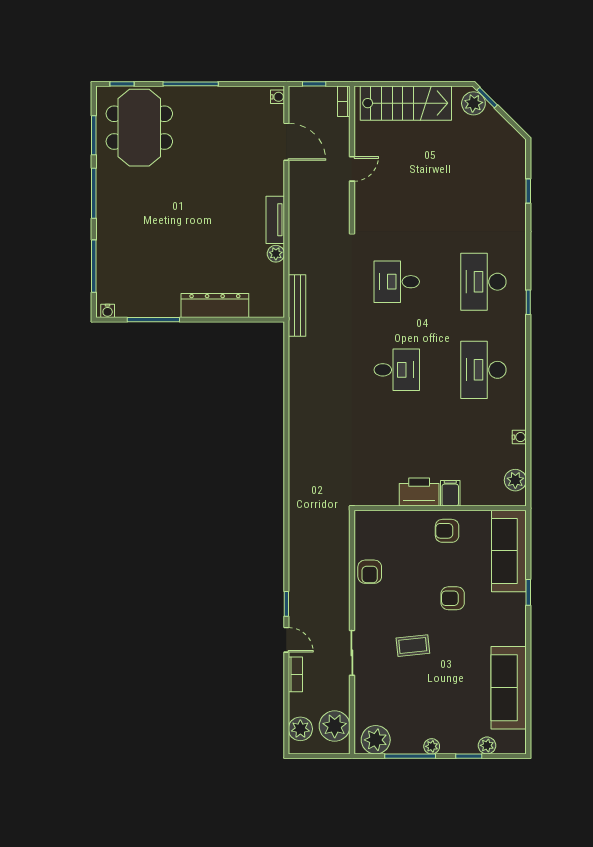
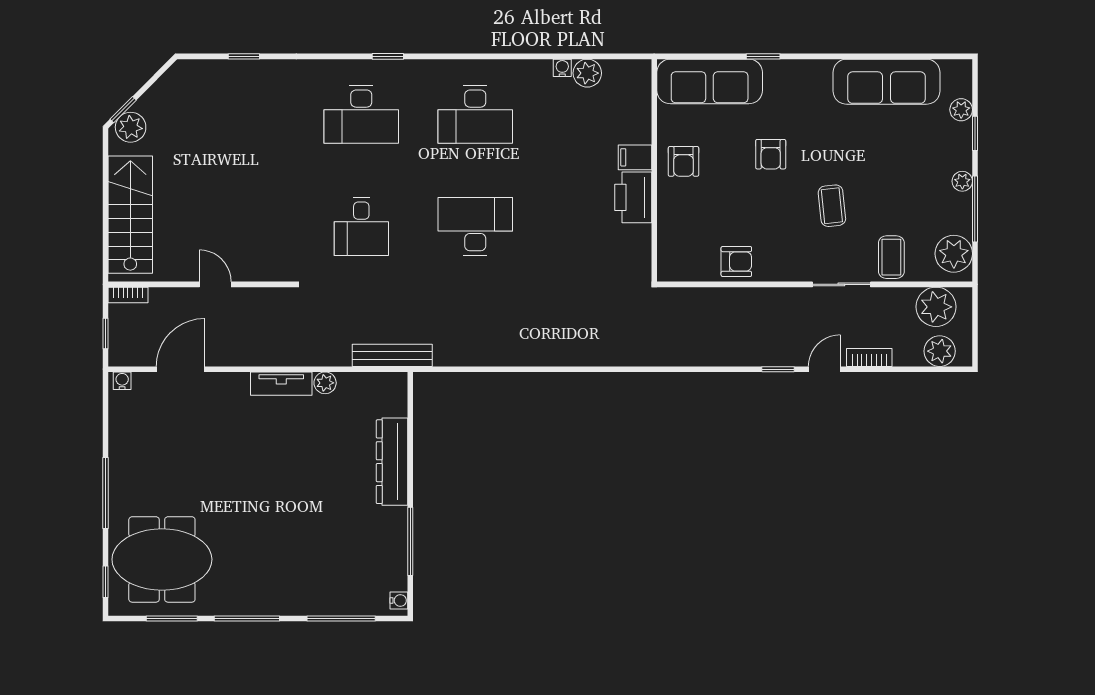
desk: (397, 370) -> (475, 226), width x1.37
plant: (515, 480) -> (587, 73), moved
coffee table: (373, 692) -> (891, 257), added

